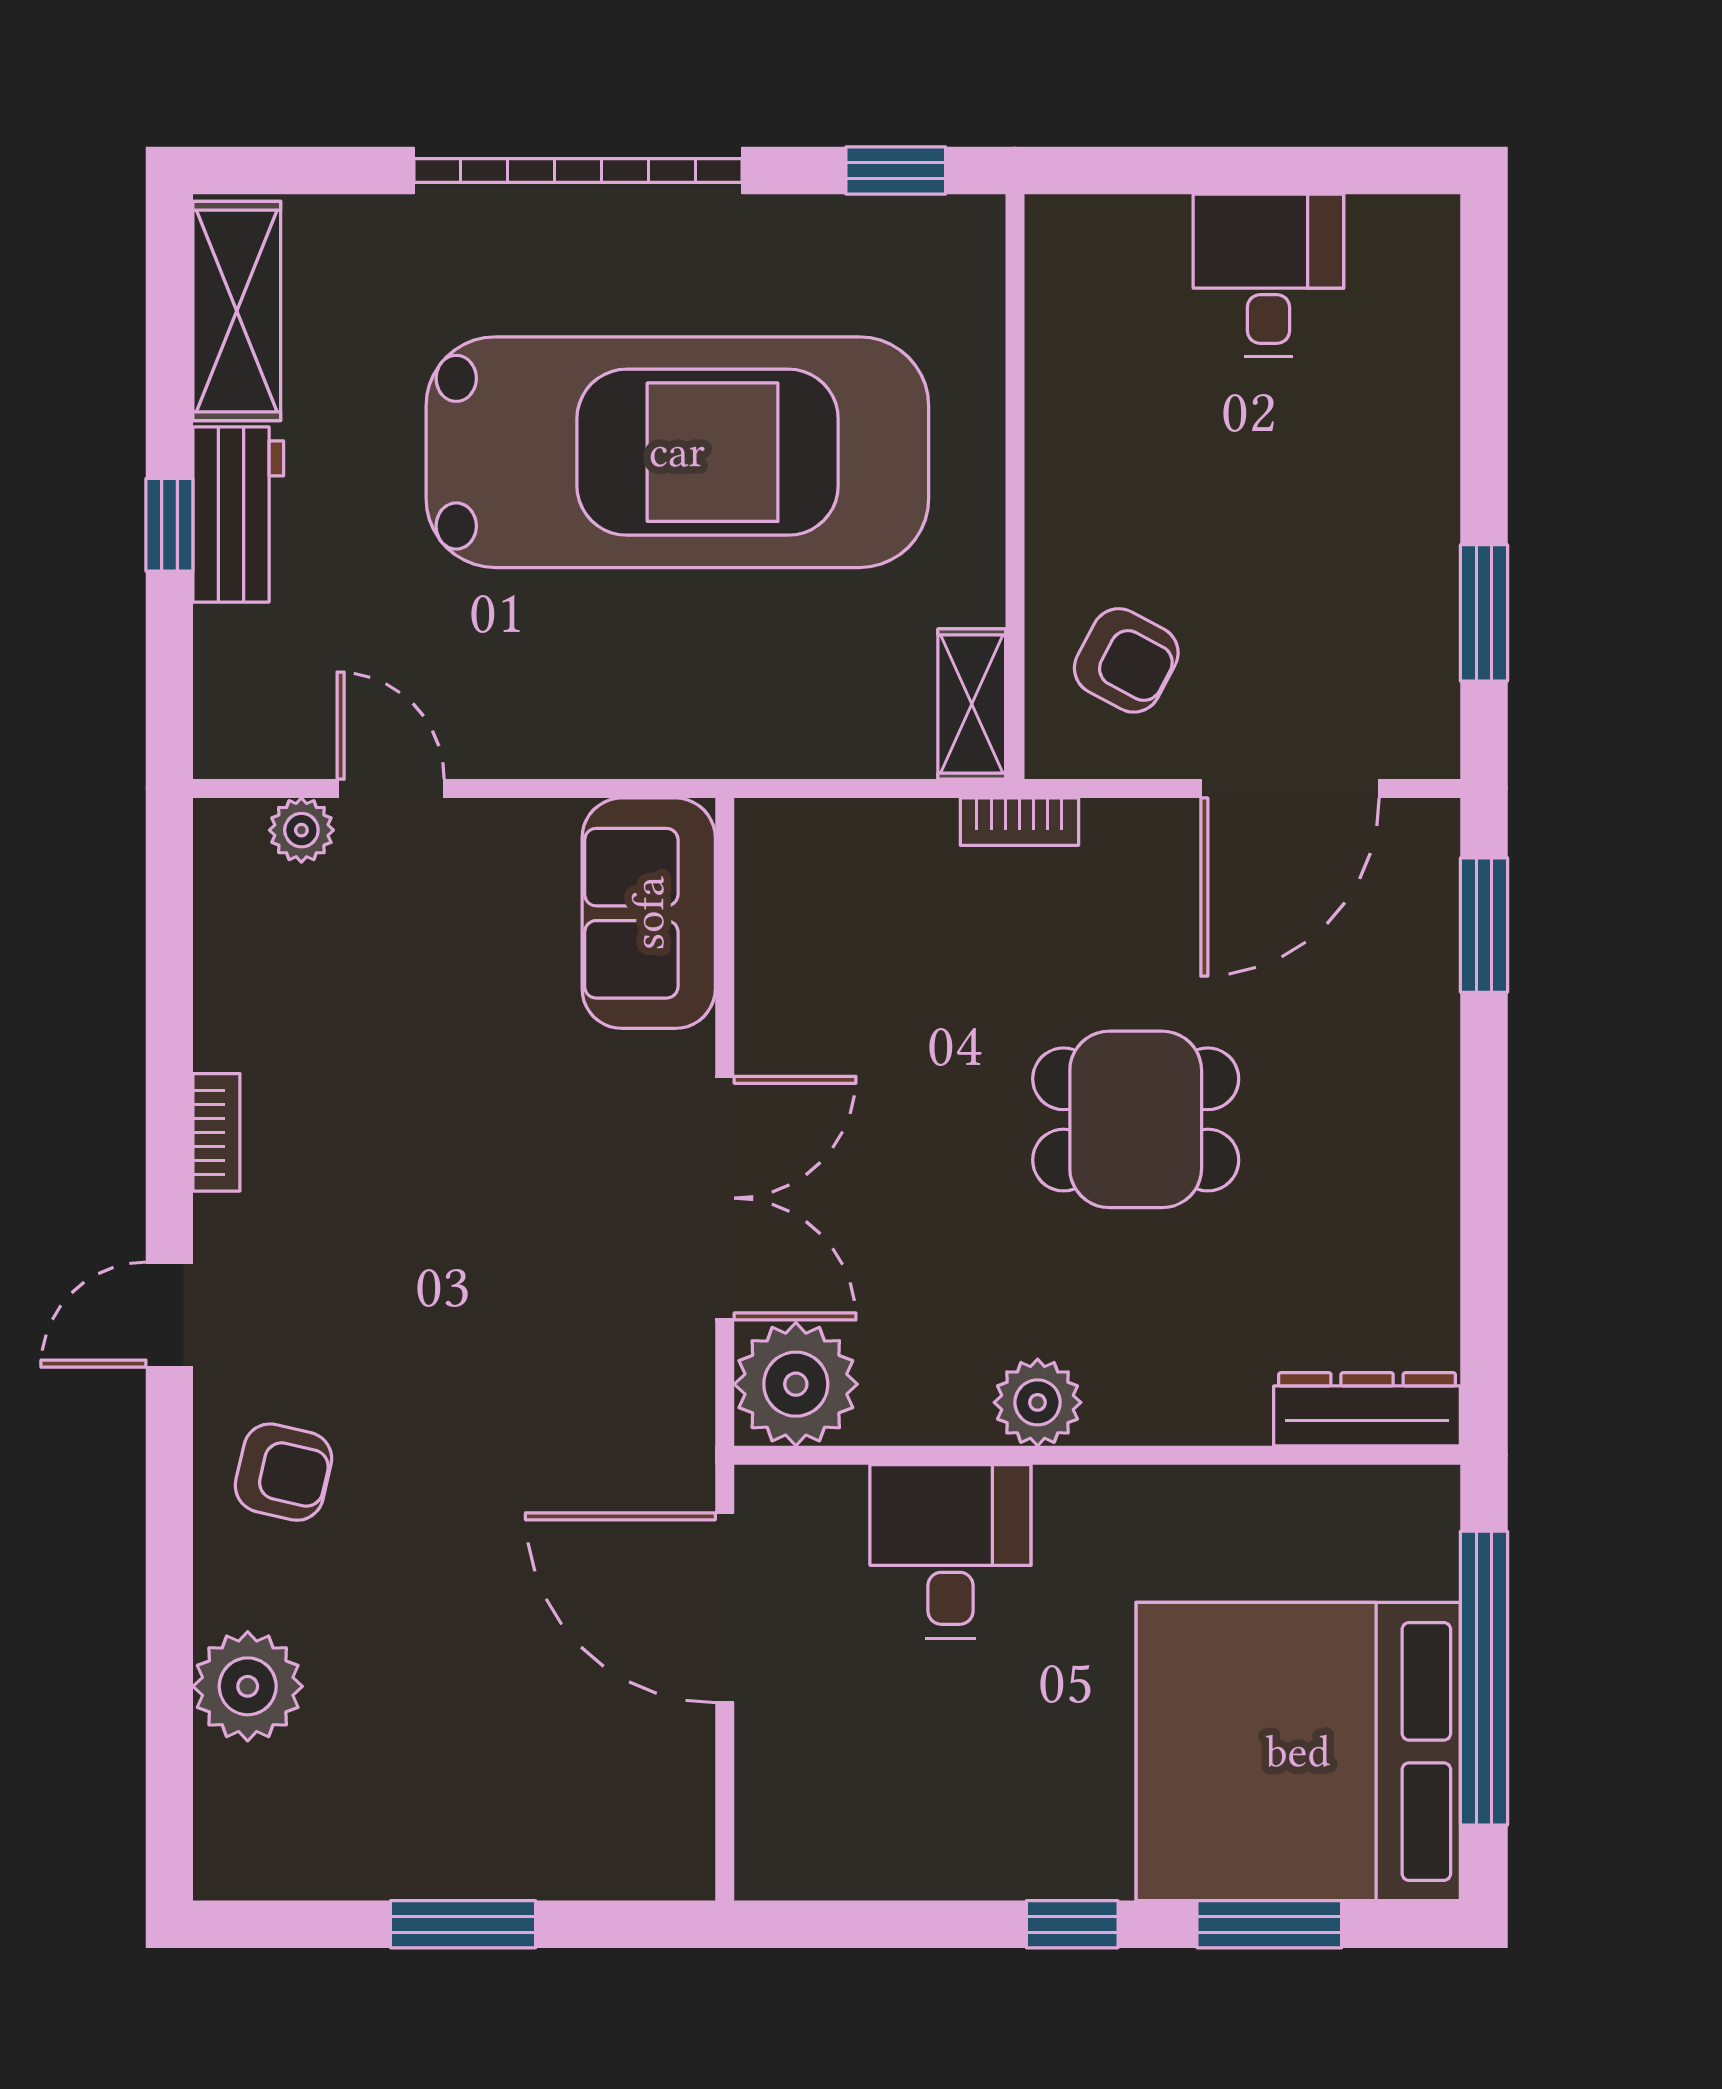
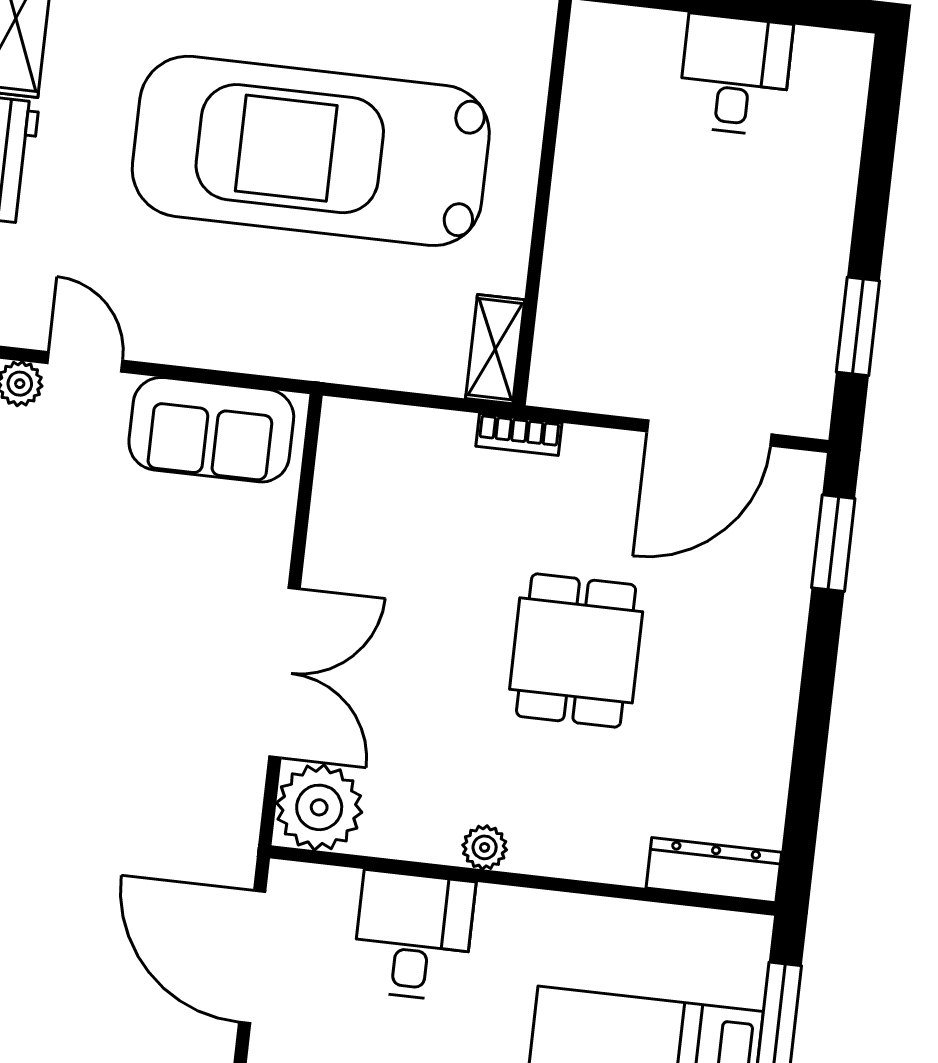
car: (677, 452) -> (311, 151), turned 180
armchair: (1126, 660) -> (606, 331), removed
sofa: (649, 913) -> (211, 430), moved, turned -90
dining table: (1136, 1119) -> (576, 650), turned 90
plant: (1038, 1402) -> (485, 847), width x0.73, depth x0.73

